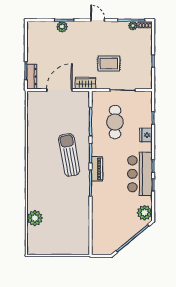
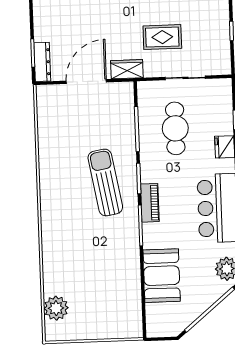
booth: (103, 216) -> (162, 276), added
plant: (35, 218) -> (56, 308), moved

